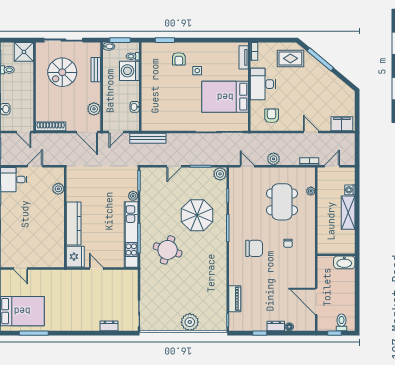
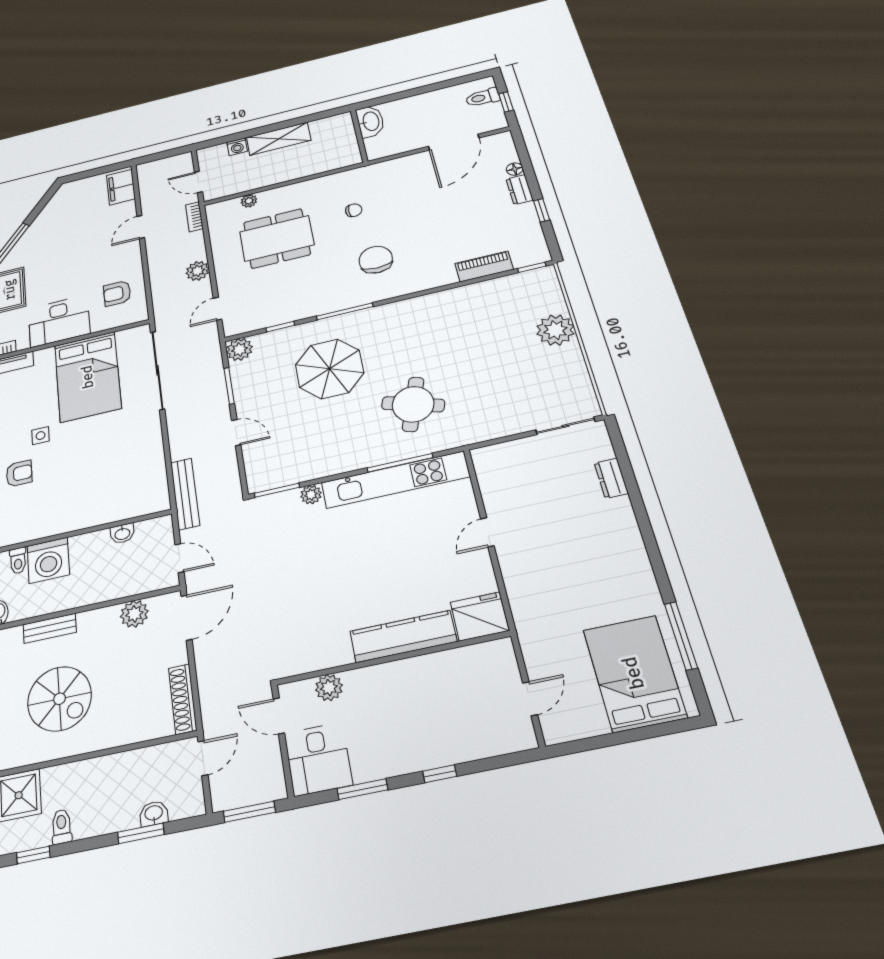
plant: (58, 189) -> (329, 688), moved
wall: (65, 217) -> (392, 658), moved
kitchen counter: (74, 224) -> (403, 636), moved
fridge: (75, 257) -> (480, 616), moved

